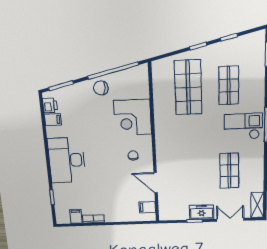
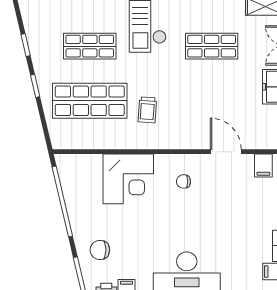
chair: (101, 88) -> (100, 250), moved, turned 86
trolley: (183, 129) -> (147, 110), added
door: (156, 183) -> (226, 152), swing flipped

